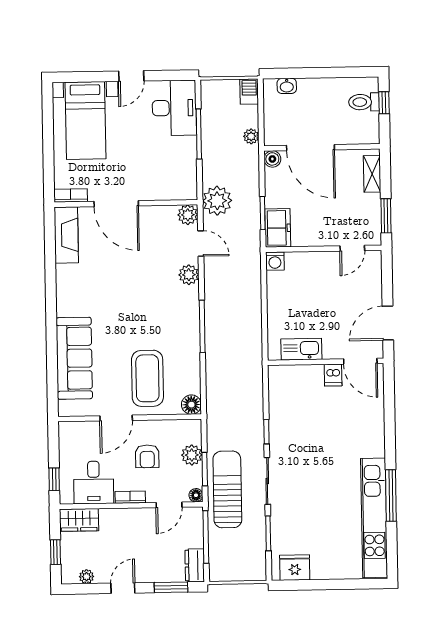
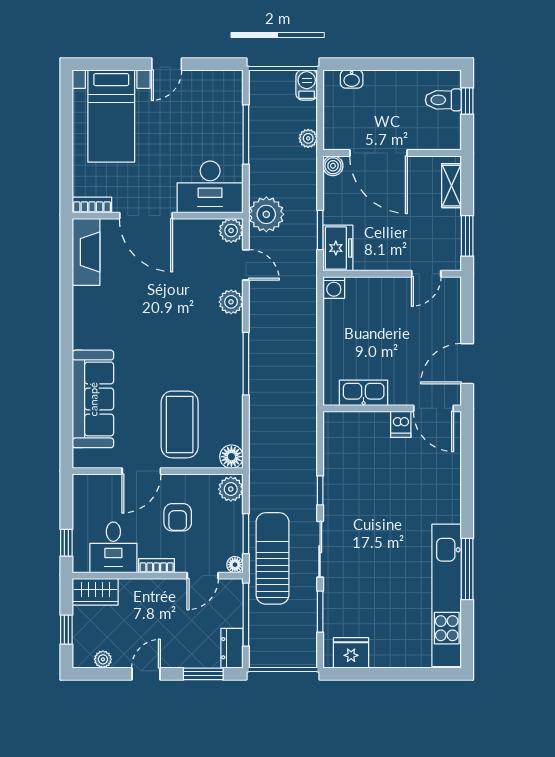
desk: (174, 108) -> (210, 187), moved, turned 90
plant: (192, 455) -> (231, 489), moved

